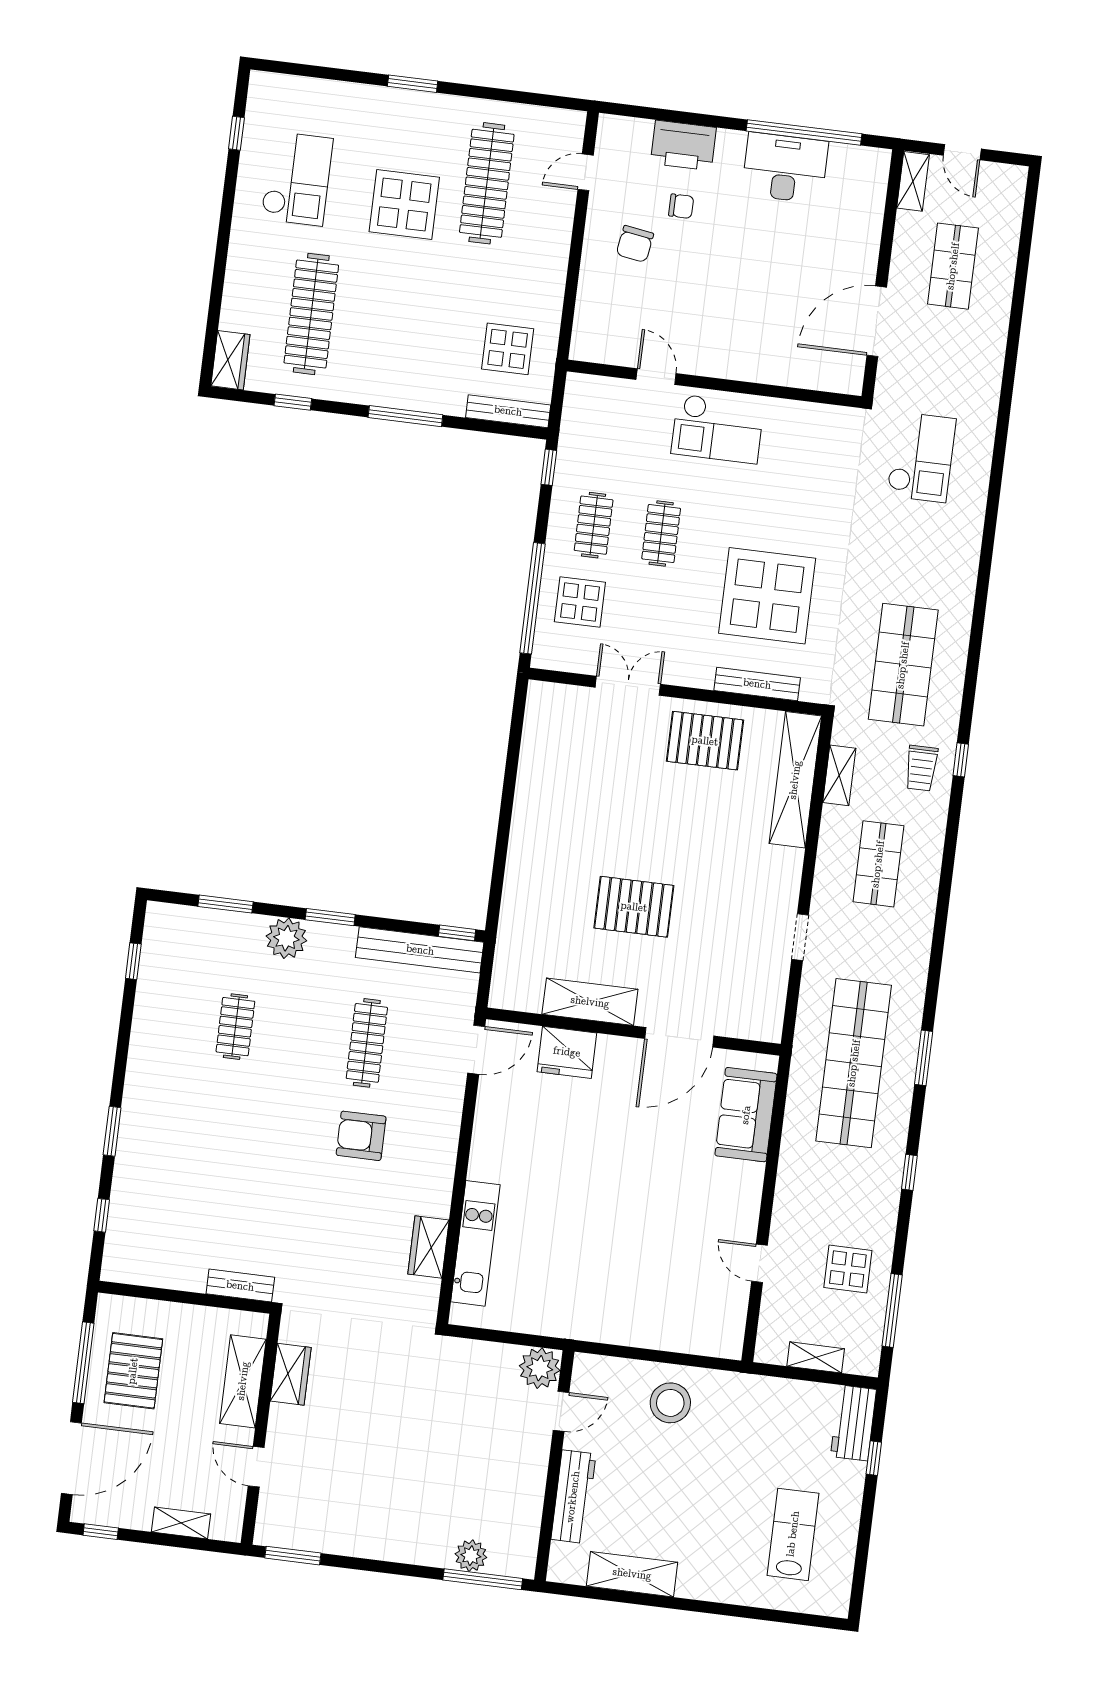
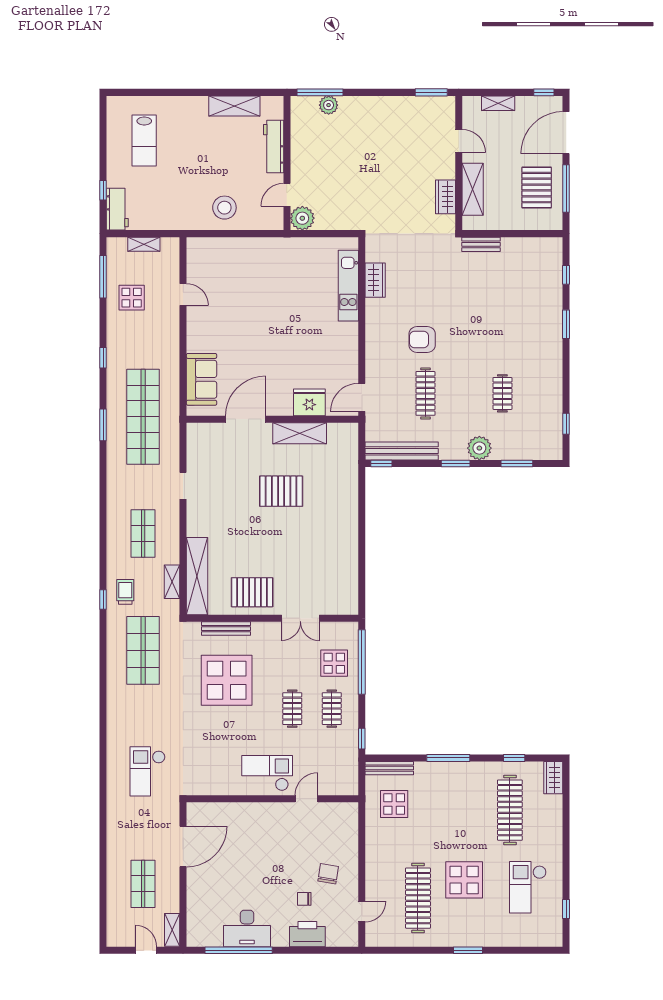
door: (656, 377) -> (306, 799), swing flipped
armchair: (361, 1136) -> (422, 339), turned 180

